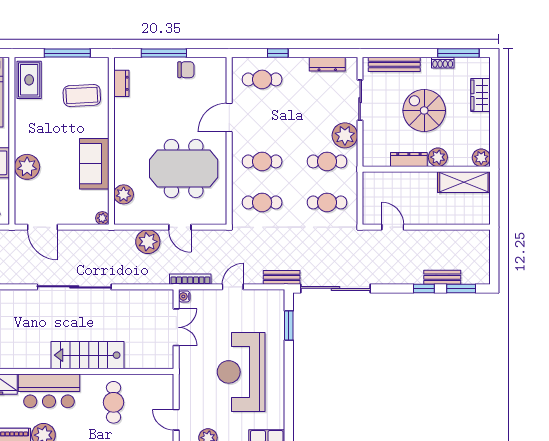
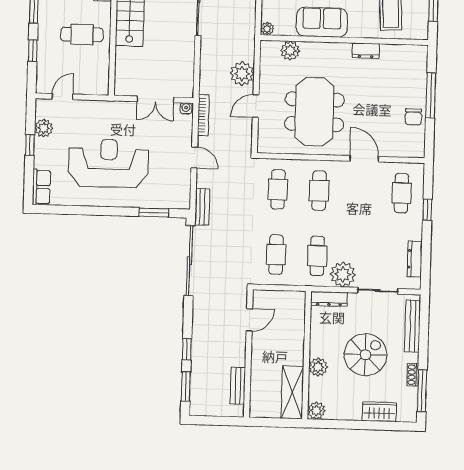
dresser: (121, 83) -> (366, 51), moved
dresser: (409, 160) -> (329, 299), moved, turned 90
bench: (442, 277) -> (238, 386), moved

